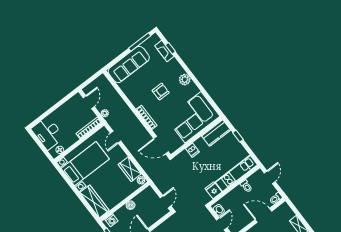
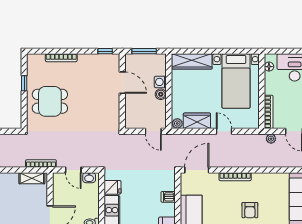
door: (116, 137) -> (224, 131), moved
door: (165, 202) -> (153, 131), moved
washing machine: (111, 220) -> (160, 82), moved

